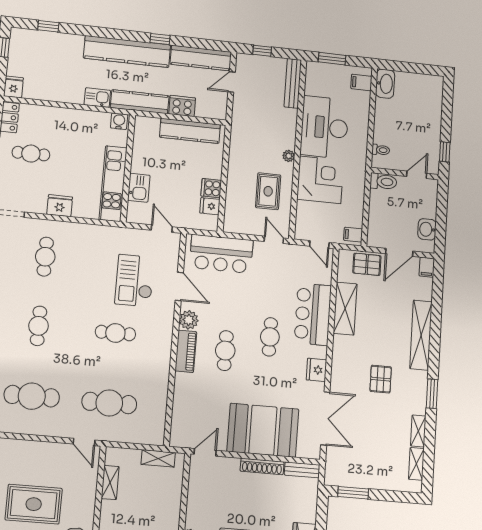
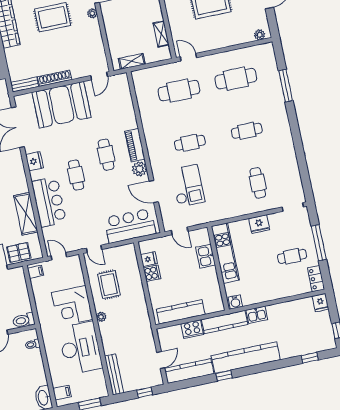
cafe table: (39, 326) -> (247, 131), turned 90

